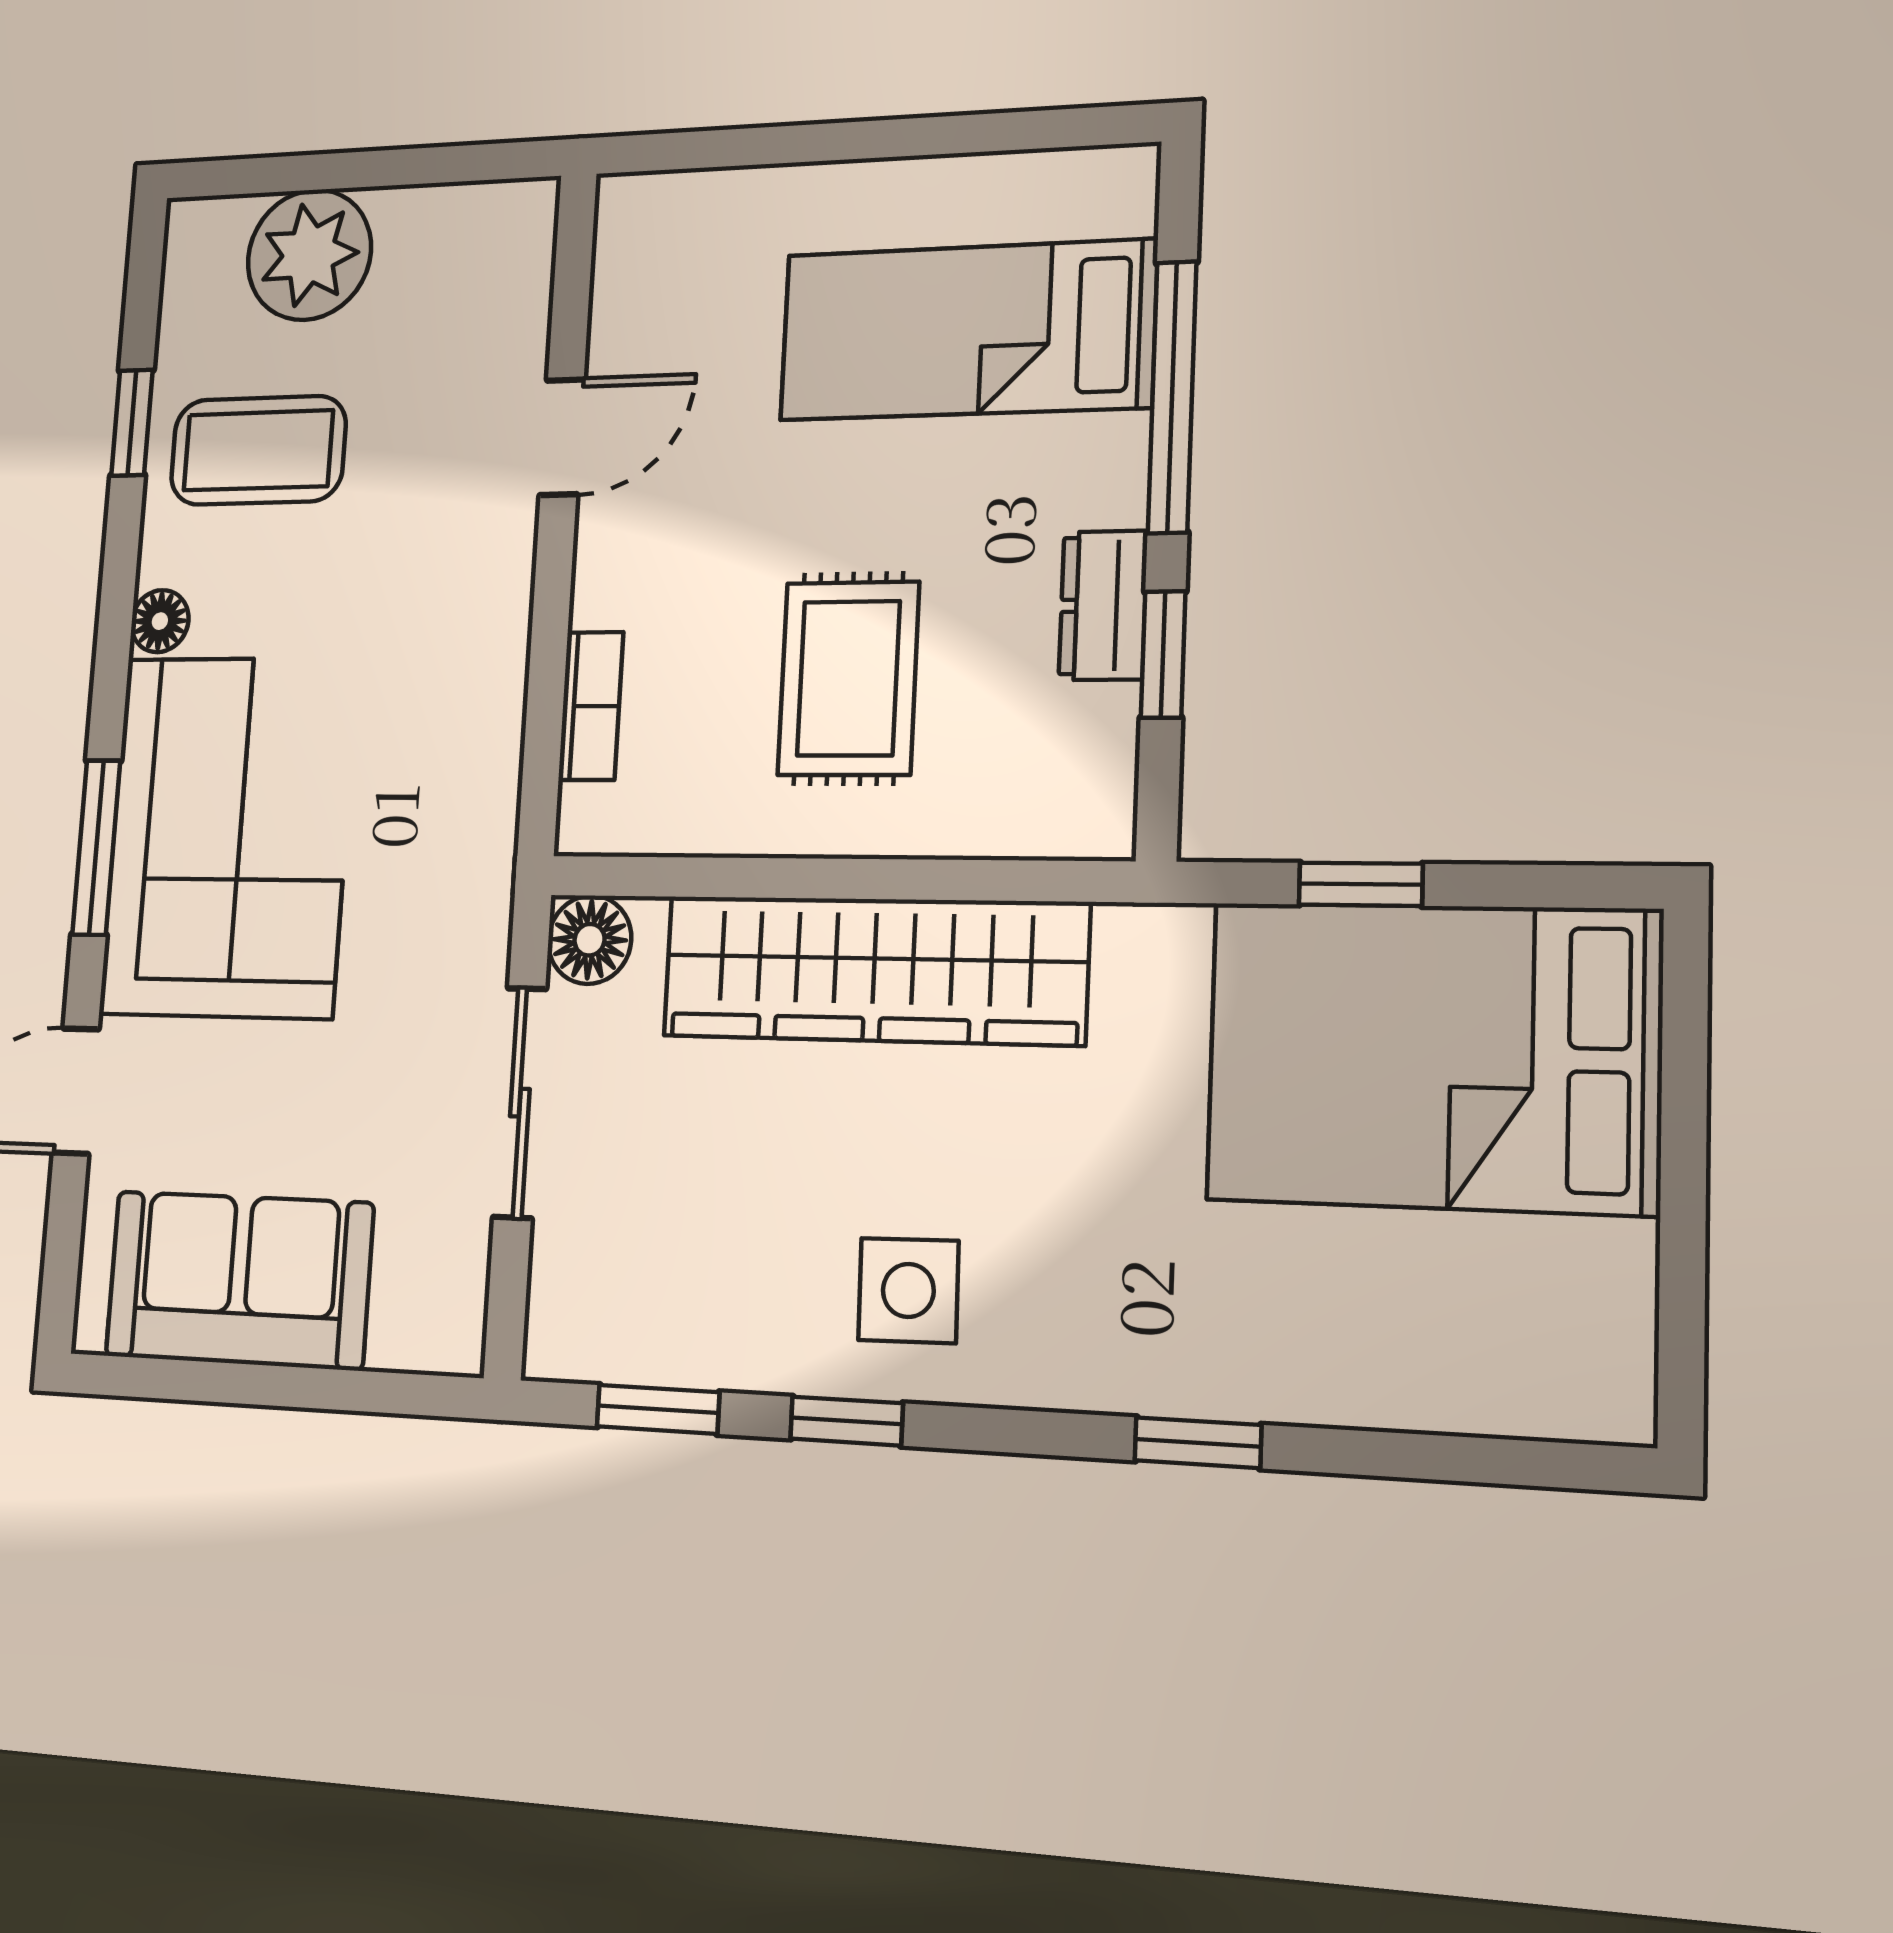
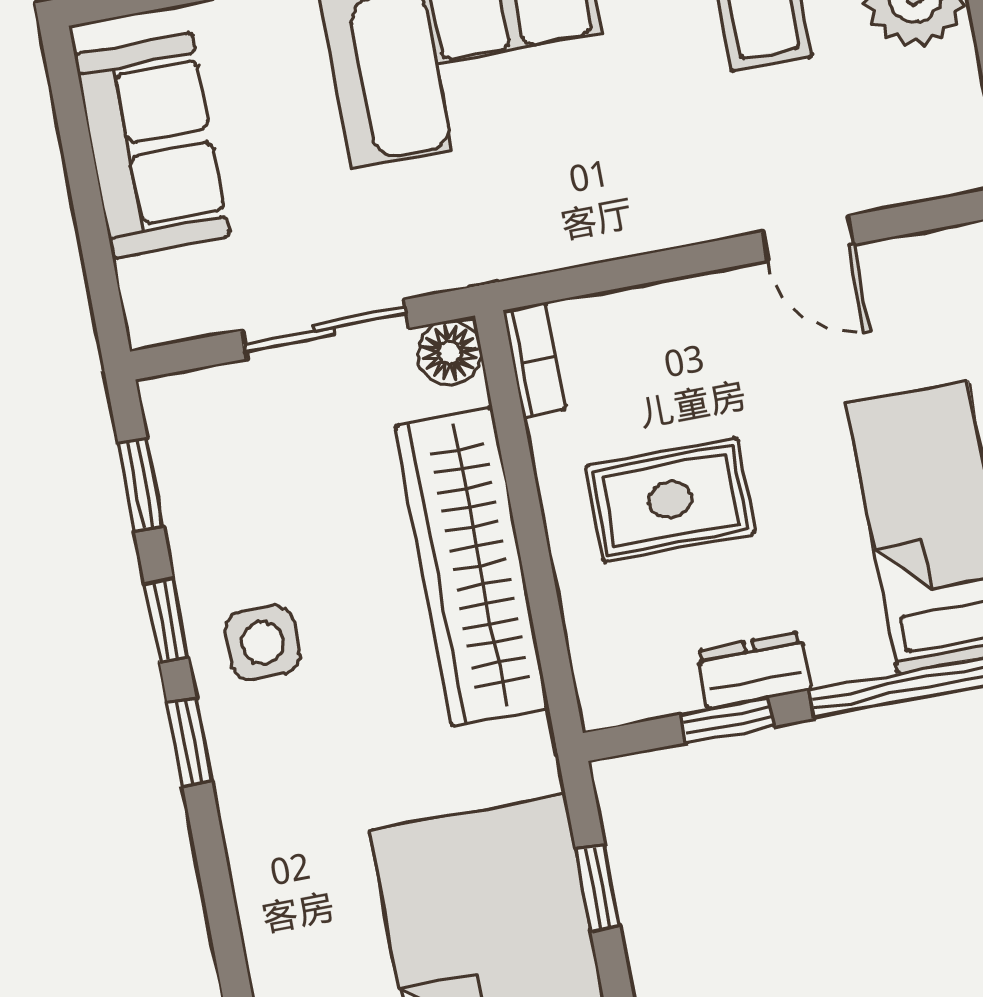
bookcase: (591, 706) -> (534, 360), moved, turned -90
window: (1198, 1443) -> (189, 742), moved

